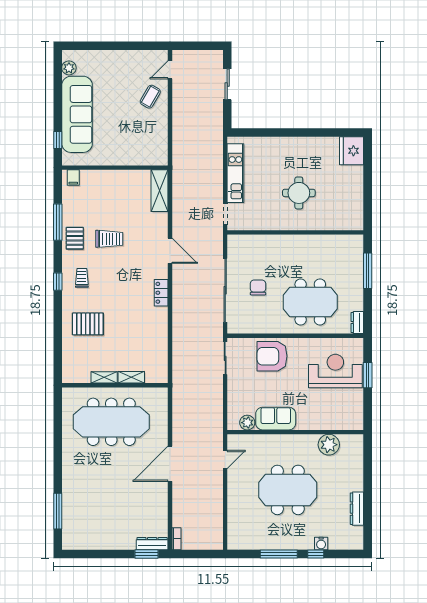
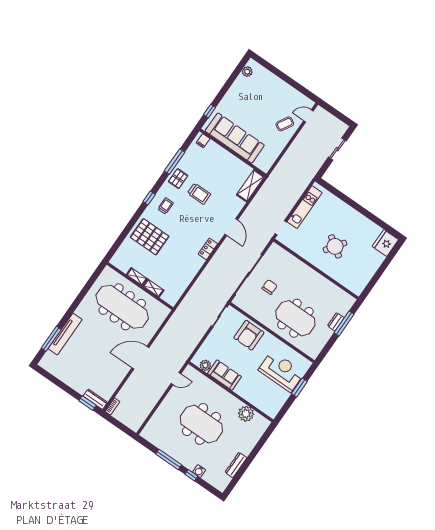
sofa: (77, 114) -> (235, 138), moved, turned -90
round table: (299, 193) -> (335, 246), turned 35
dresser: (357, 323) -> (336, 322), moved
pallet: (88, 324) -> (150, 237), width x1.37, depth x1.41
armchair: (272, 356) -> (249, 335), turned -90
tv unit: (69, 495) -> (65, 334), added

